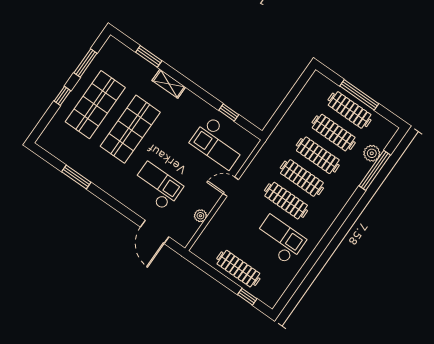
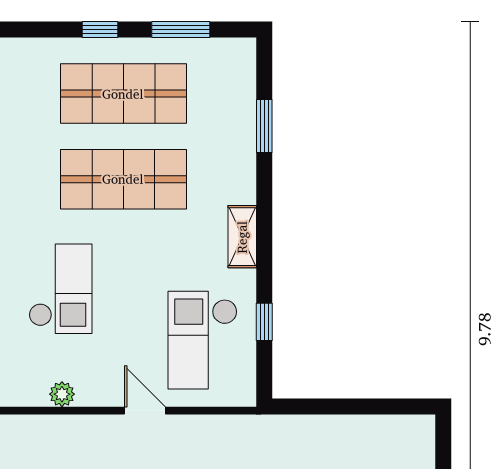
shelving: (169, 84) -> (242, 237), moved

